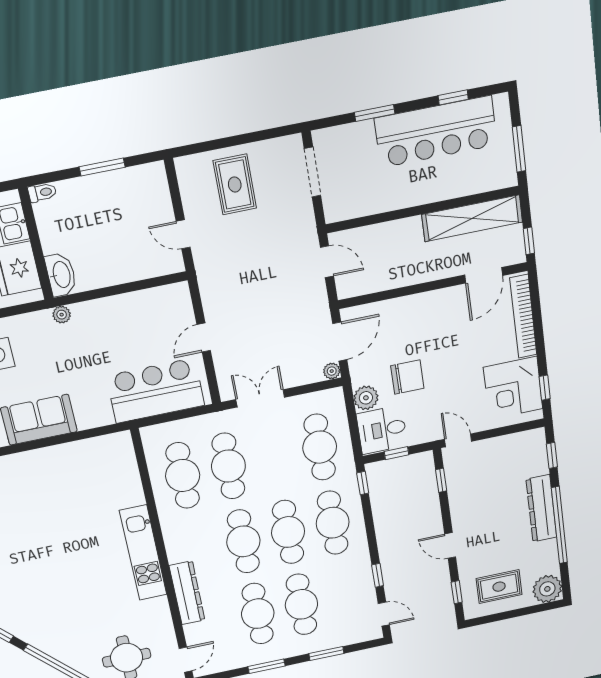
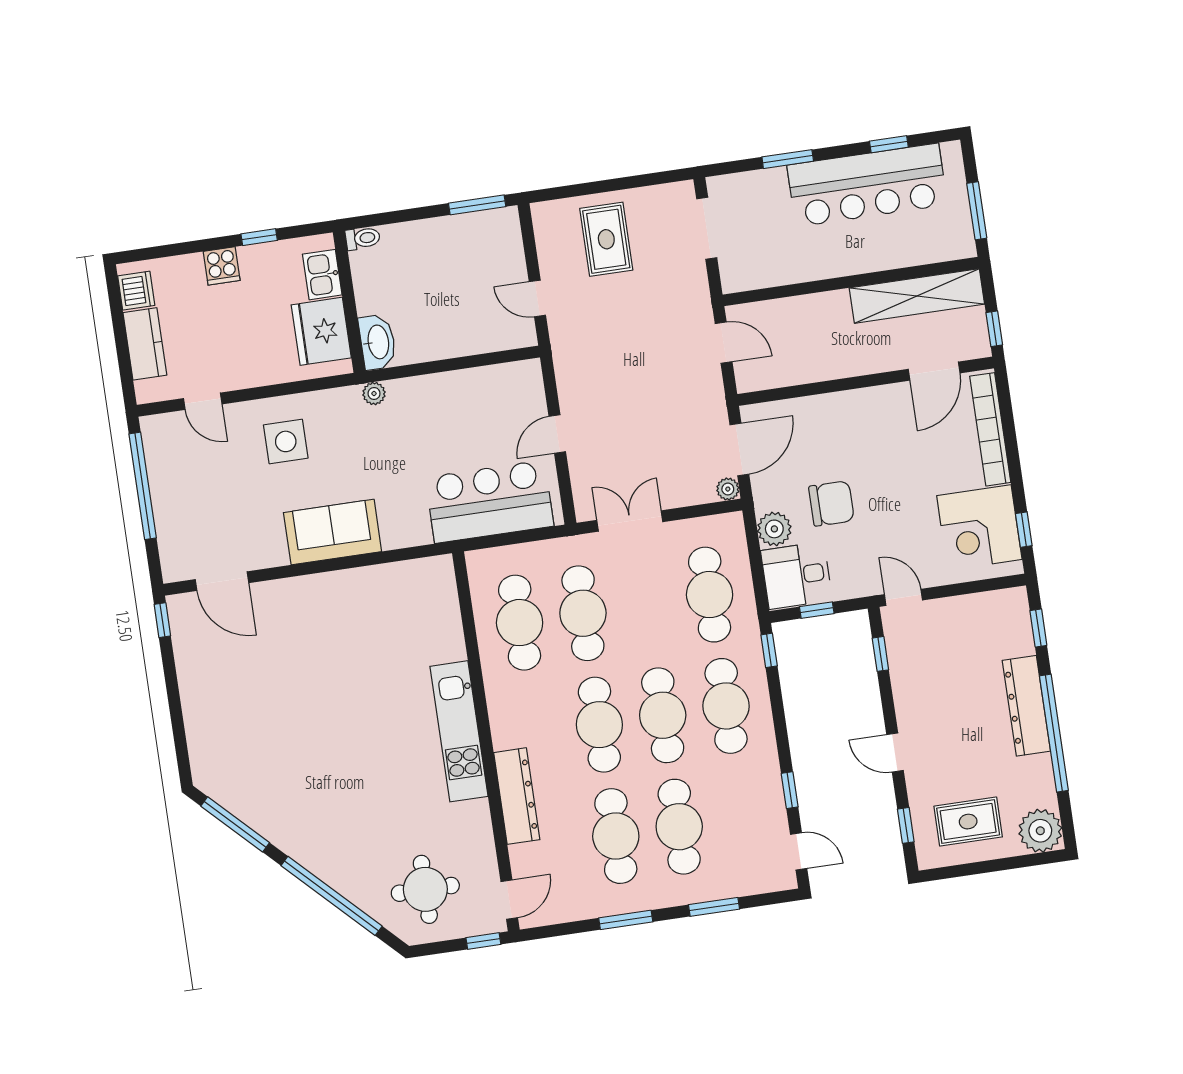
window: (102, 167) -> (477, 205), moved

